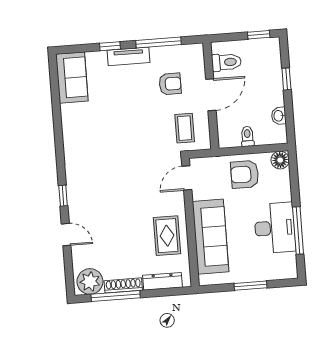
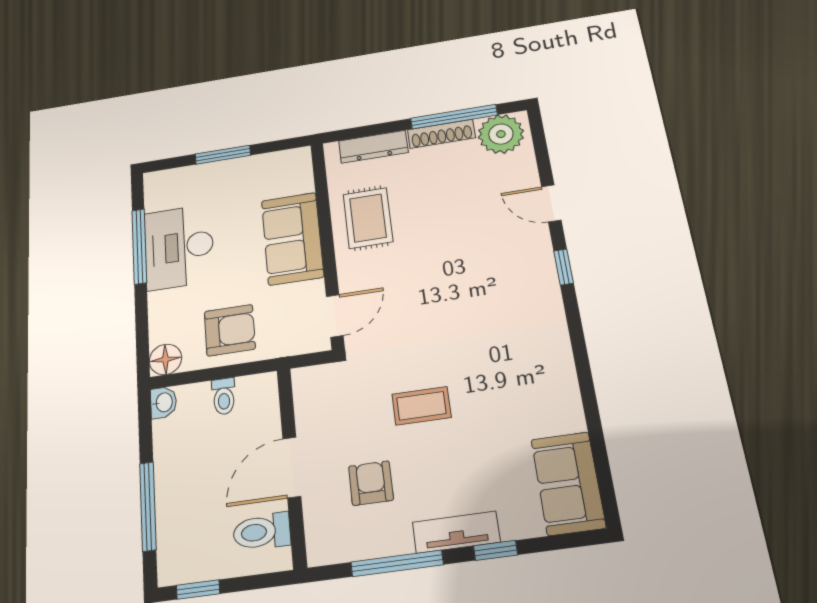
window: (286, 79) -> (148, 506), width x2.17
armchair: (170, 84) -> (371, 483), turned 90
washbasin: (279, 116) -> (163, 402), moved
coffee table: (185, 128) -> (421, 406), moved, turned 90
sofa: (211, 237) -> (292, 238), width x0.73

